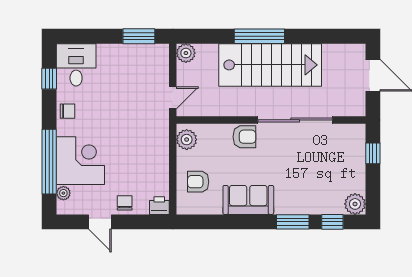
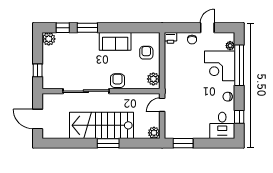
window: (259, 36) -> (108, 143), width x0.69
armchair: (244, 137) -> (117, 81), turned 90
armchair: (198, 182) -> (146, 53), turned -90
door: (100, 222) -> (207, 28), hinge flipped

